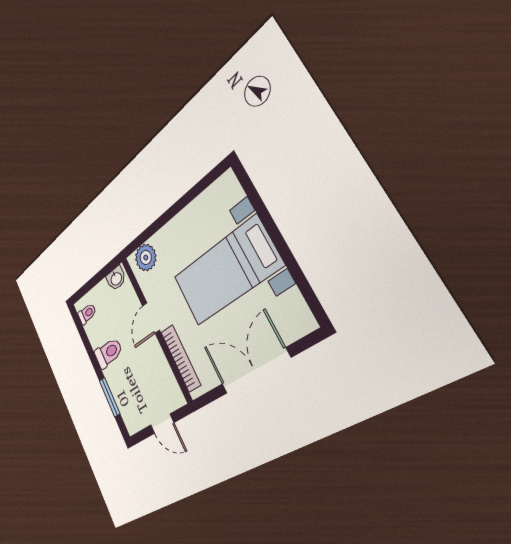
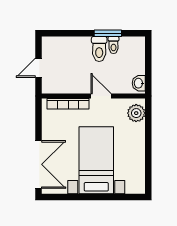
toilet: (87, 314) -> (113, 45), moved
double door: (255, 371) -> (39, 164), moved
window: (110, 397) -> (108, 33), moved

